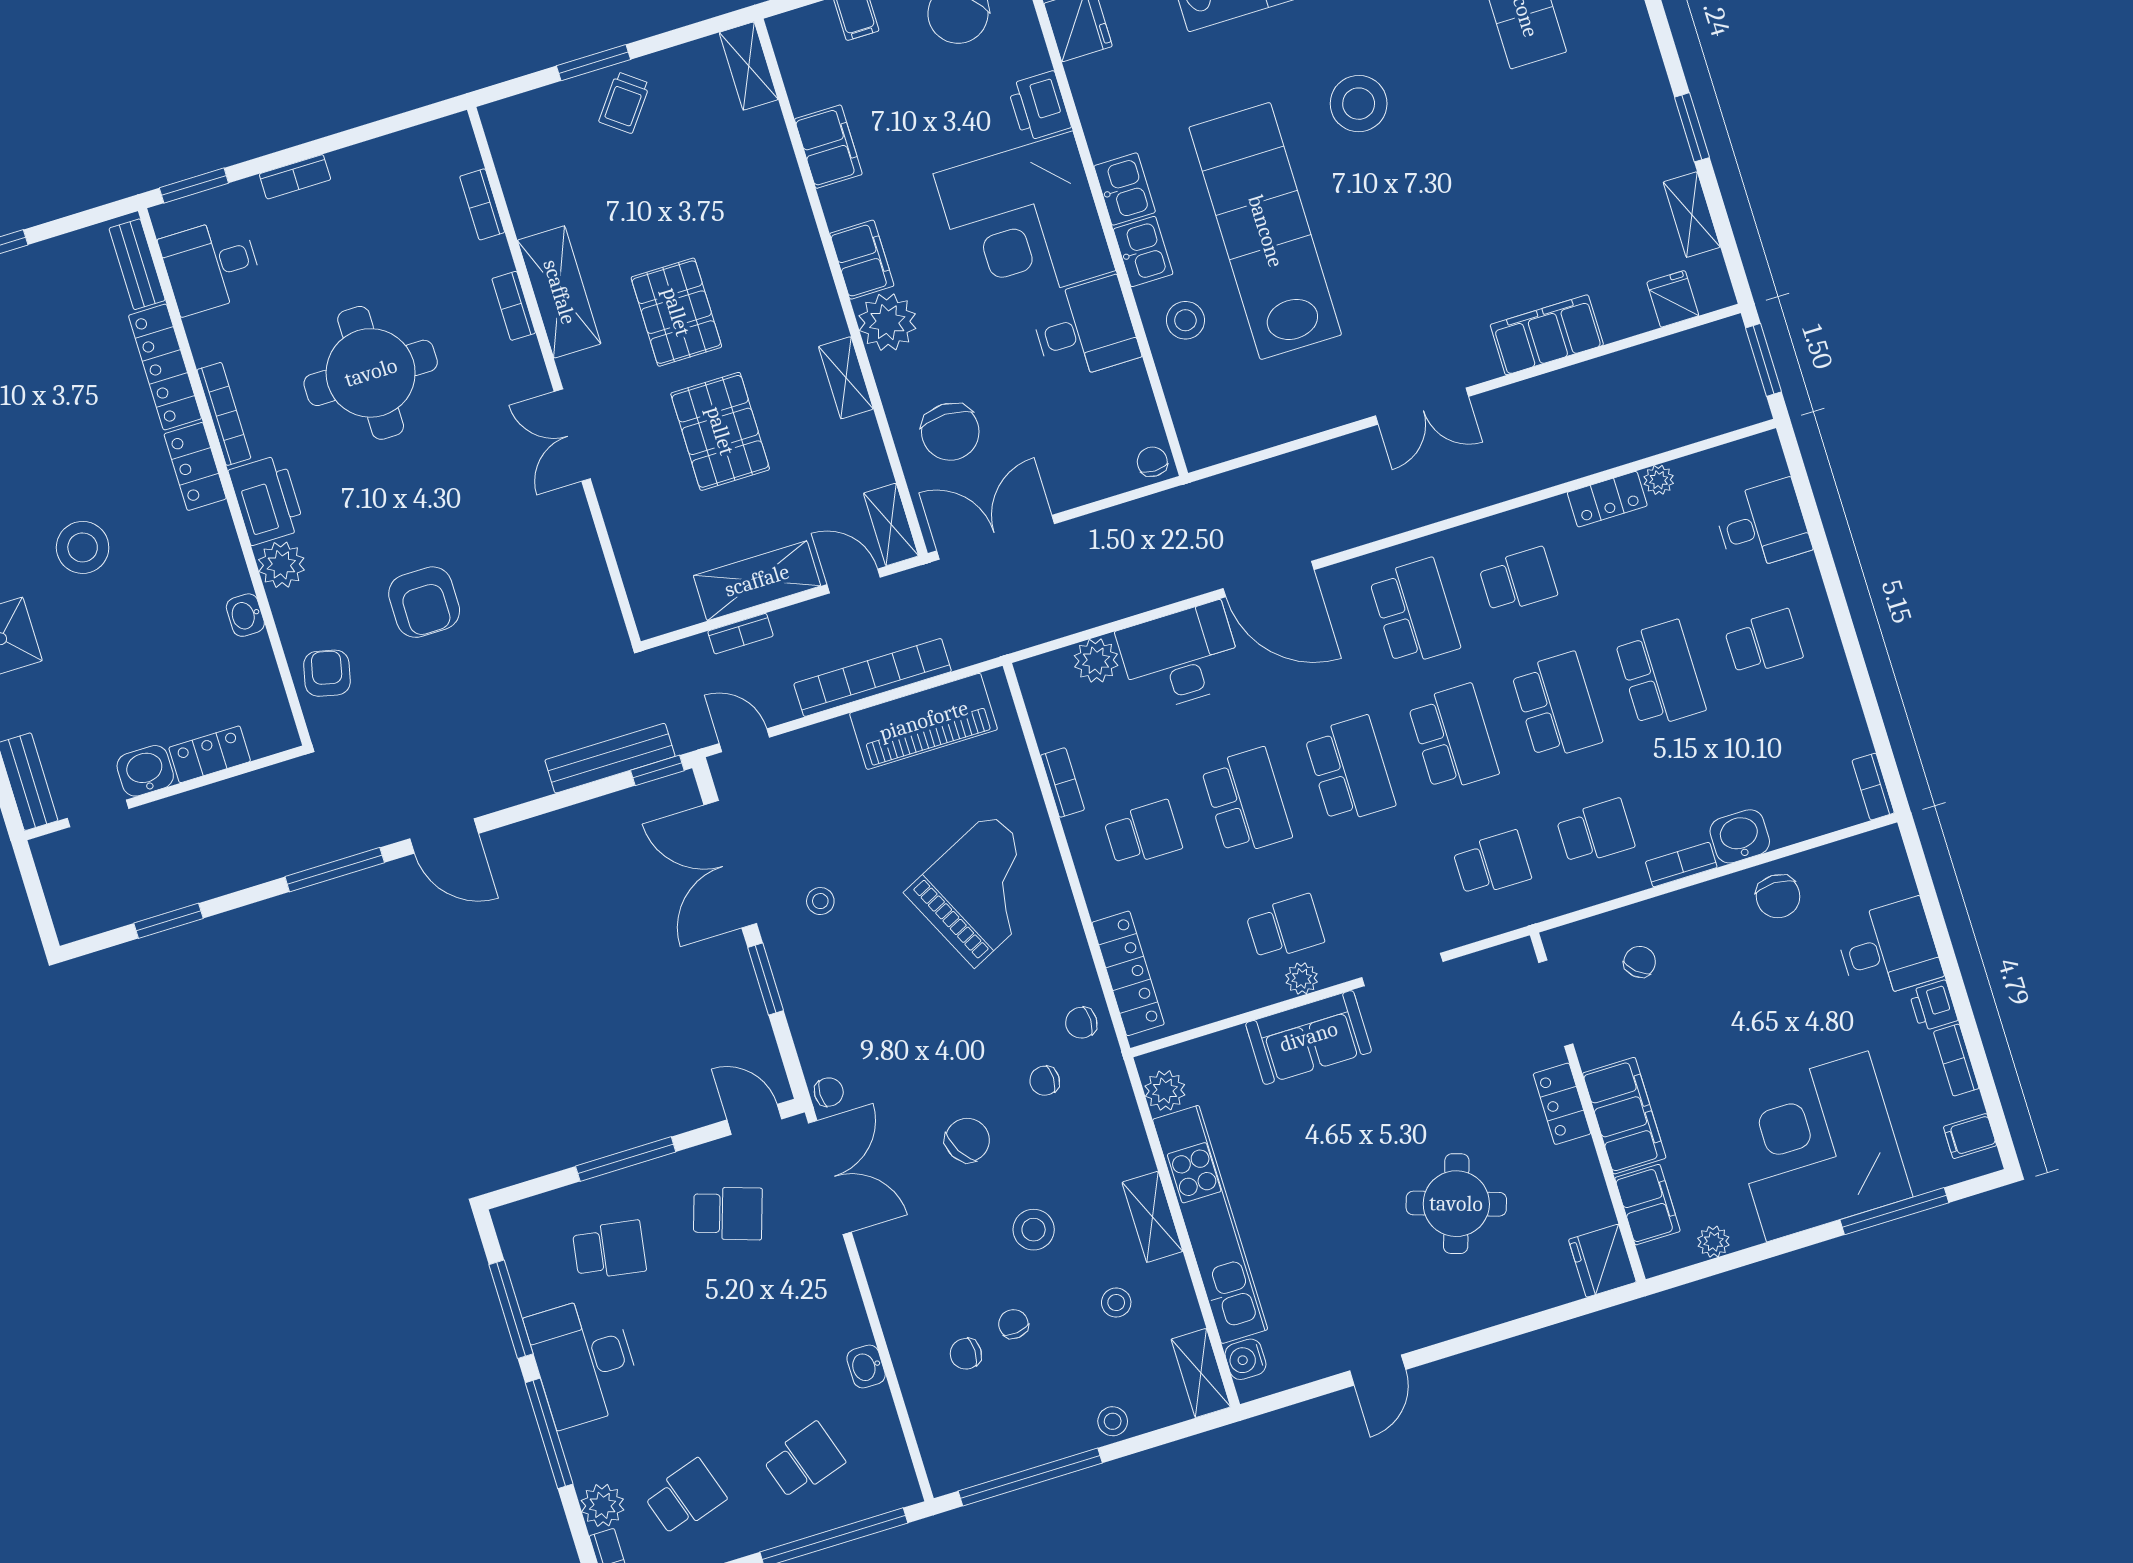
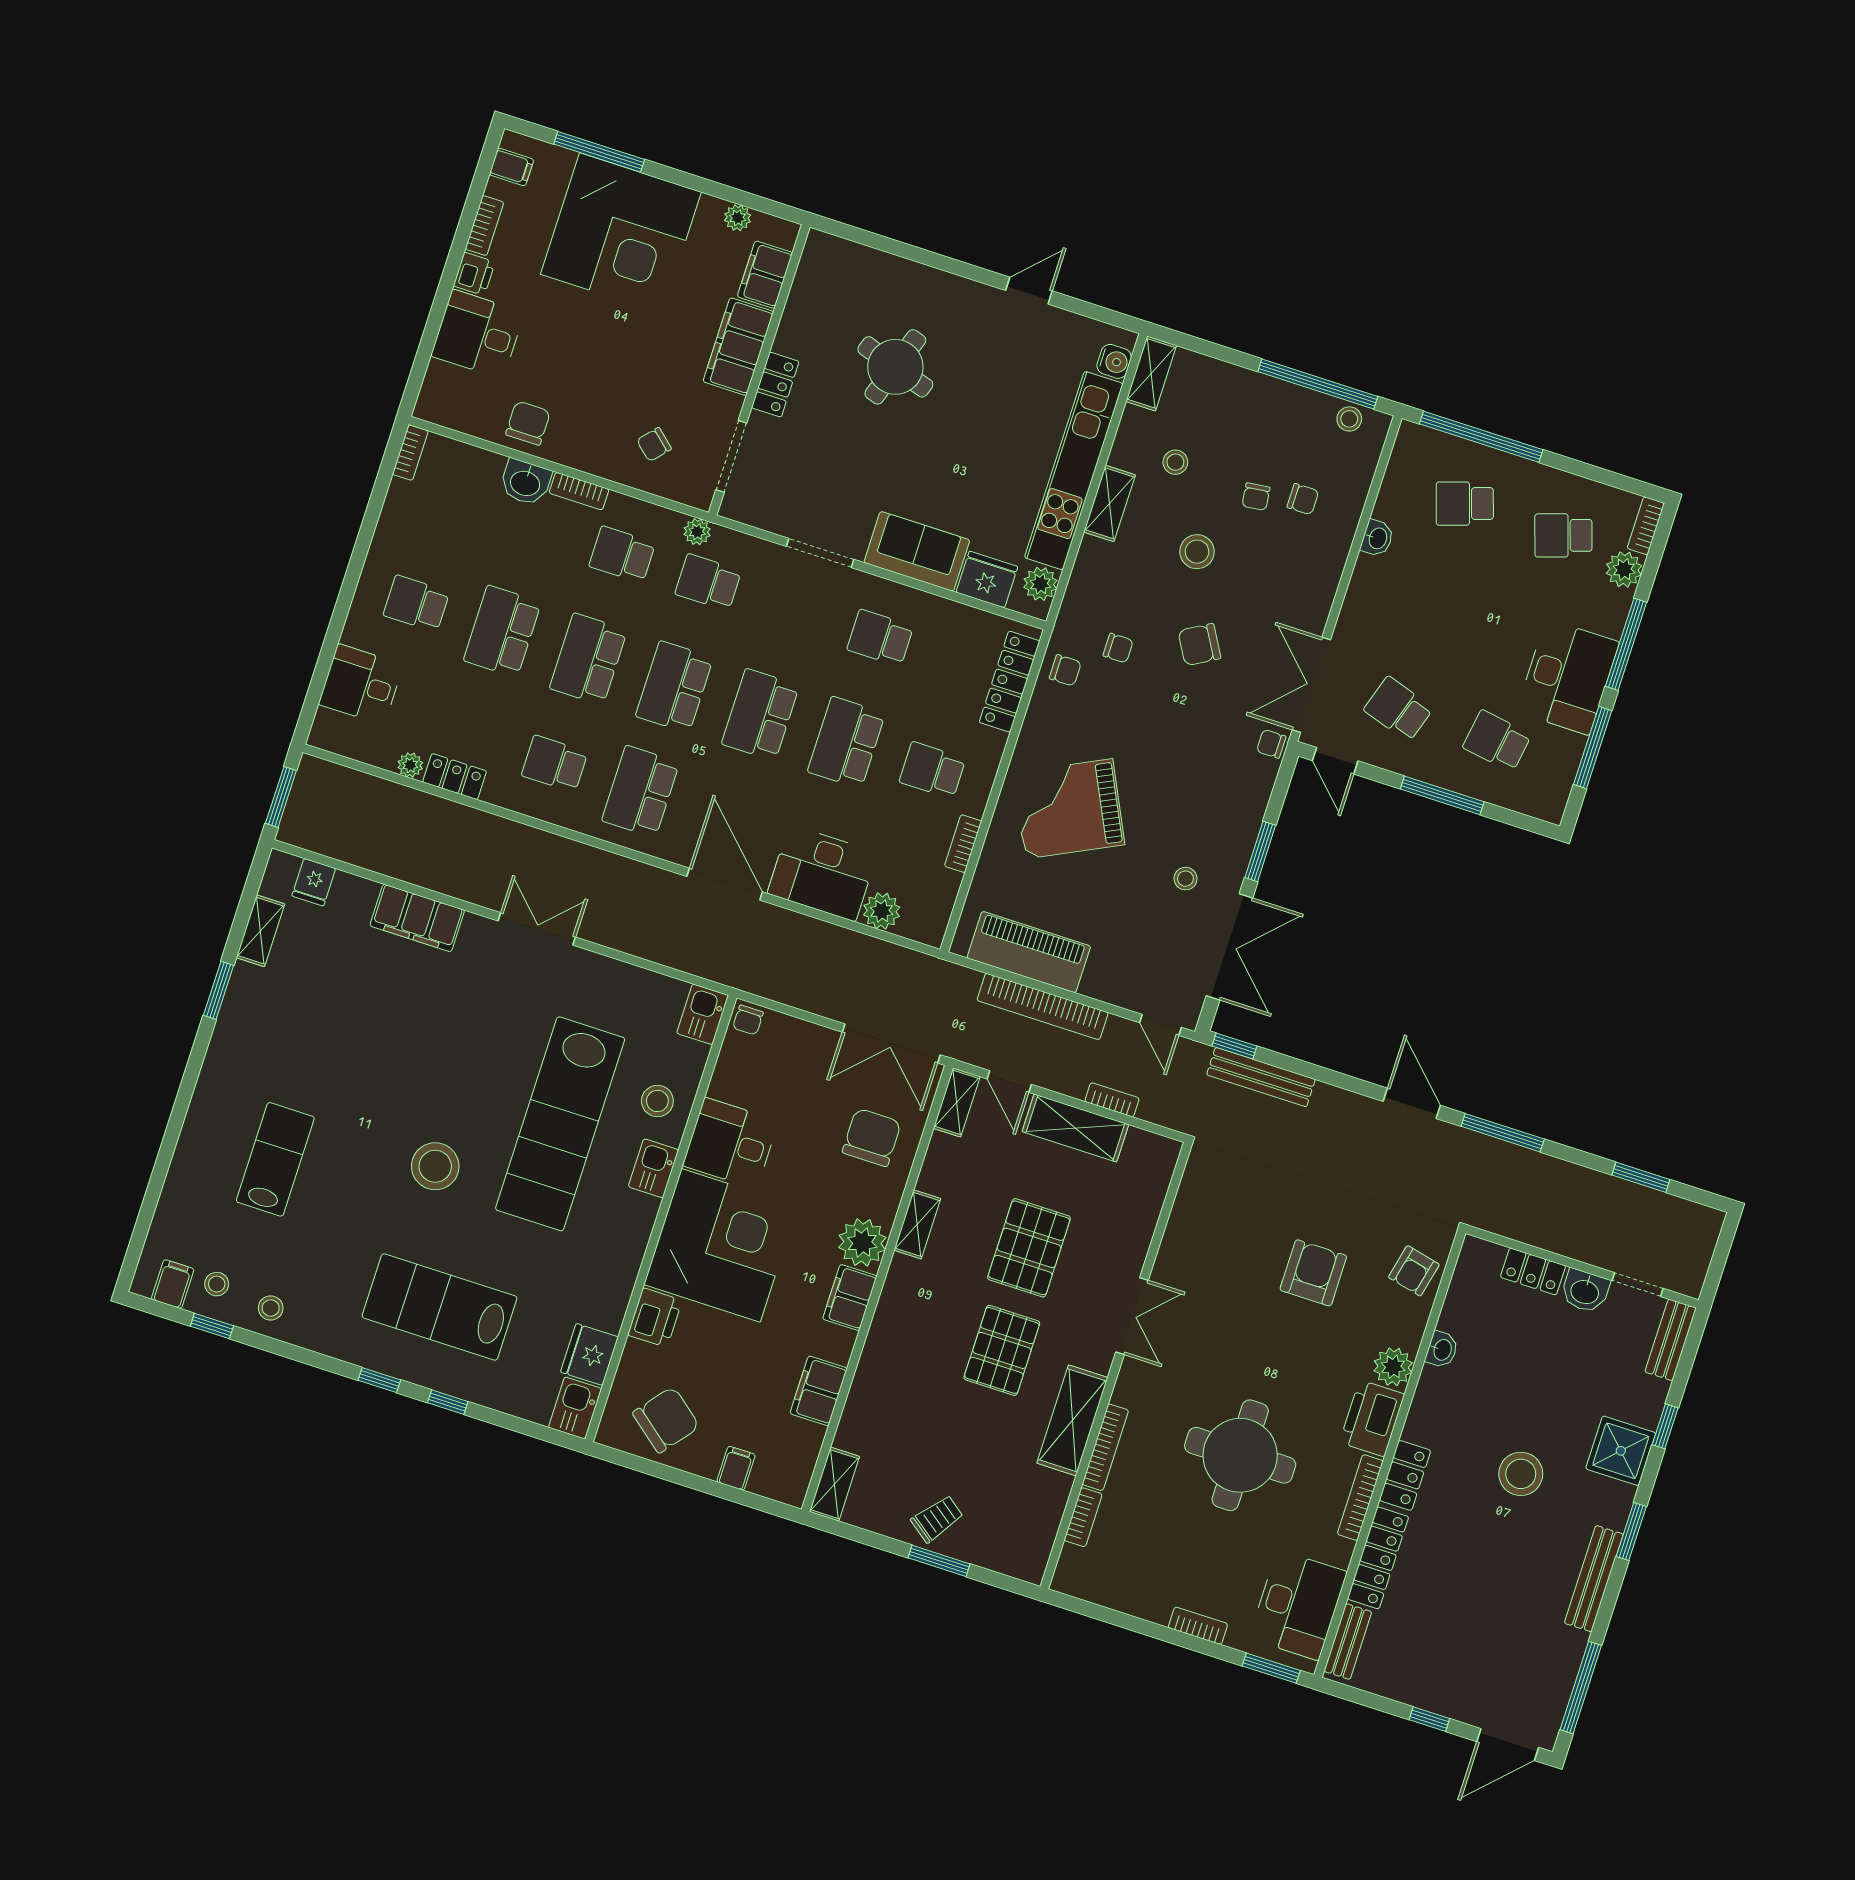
kitchen sink: (1125, 189) -> (703, 1014), moved
desk: (211, 266) -> (1298, 1605), width x1.37
bookcase: (514, 306) -> (1105, 1447), width x1.56
plant: (1302, 978) -> (697, 532), moved
fridge: (1602, 1261) -> (987, 579), moved, turned -90
stool: (1113, 1421) -> (1349, 419), moved

